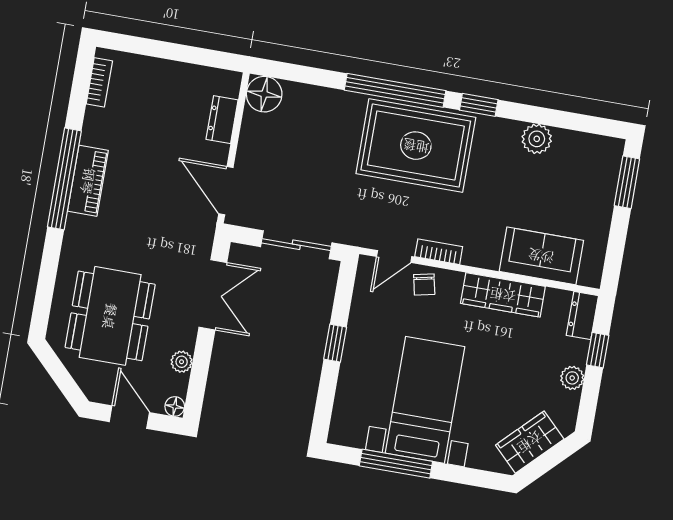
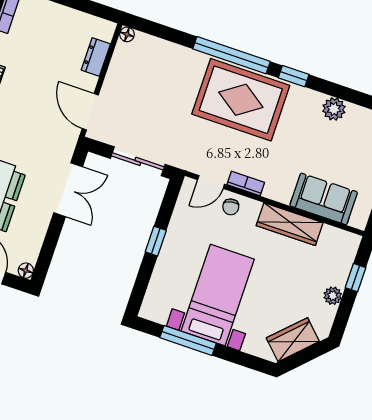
floor lamp: (264, 94) -> (127, 34), width x0.53, depth x0.53
dresser: (582, 316) -> (348, 249), removed
plant: (182, 362) -> (36, 237), removed

